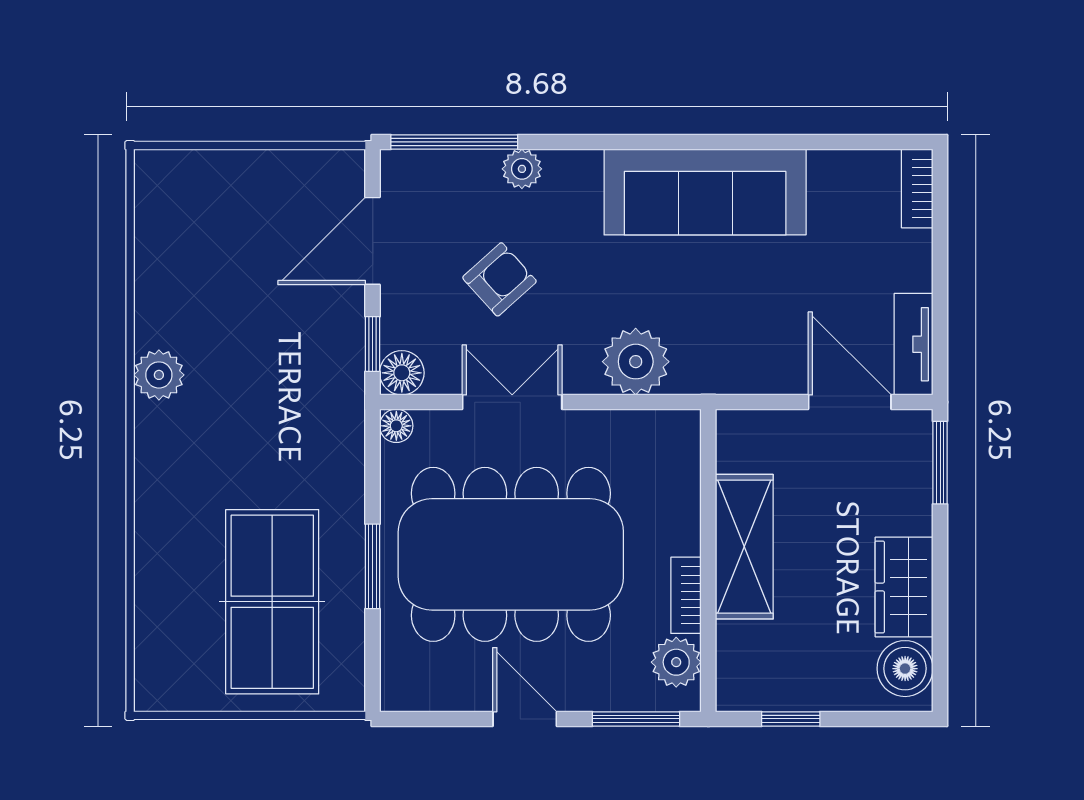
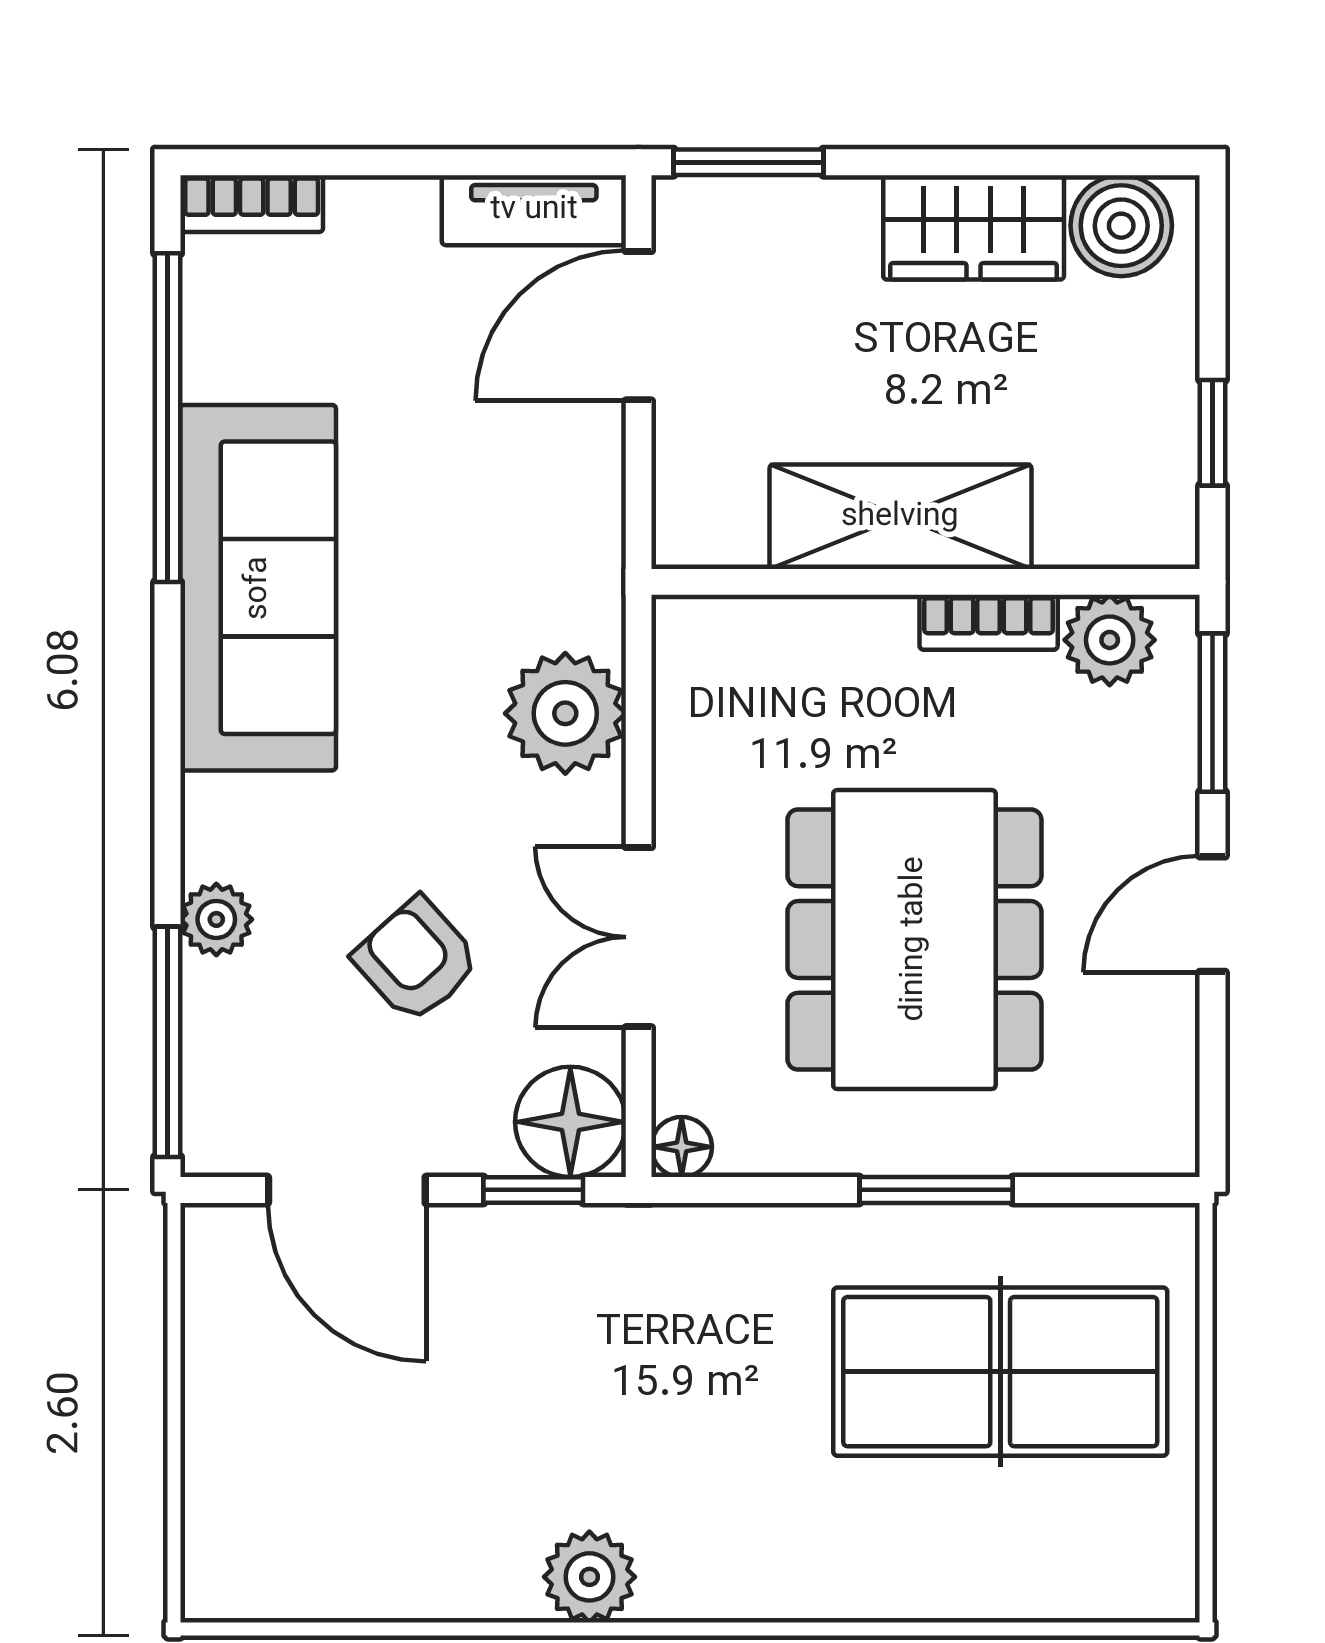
window: (799, 142) -> (168, 418), added
floor lamp: (402, 373) -> (570, 1122), width x1.38, depth x1.38
dining table: (511, 554) -> (914, 939), width x0.73, depth x0.80

